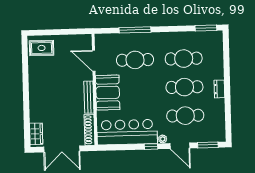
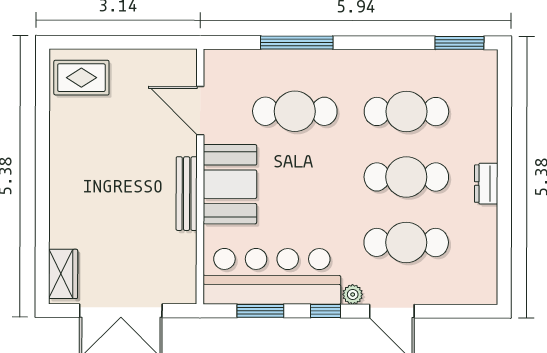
shoe rack: (89, 130) -> (186, 268), removed
window: (208, 145) -> (260, 311), moved

